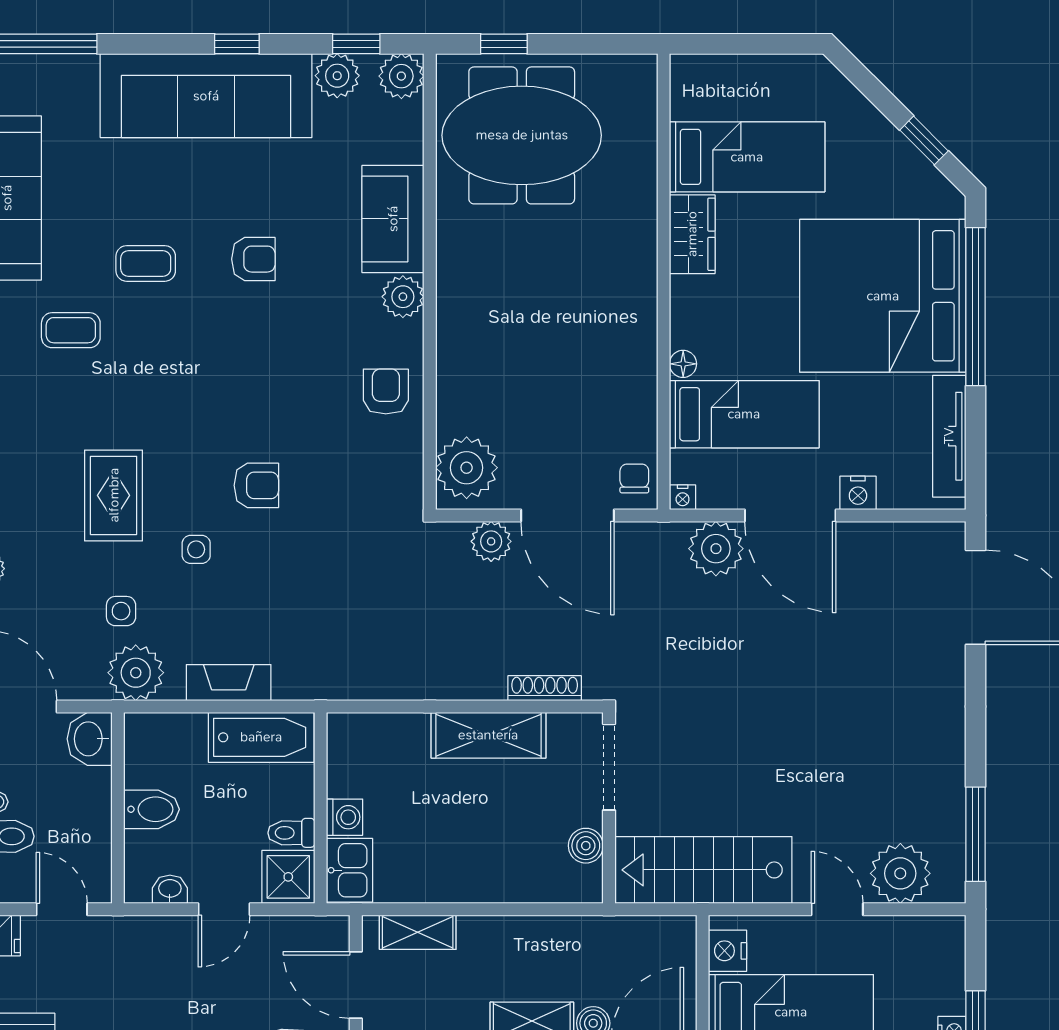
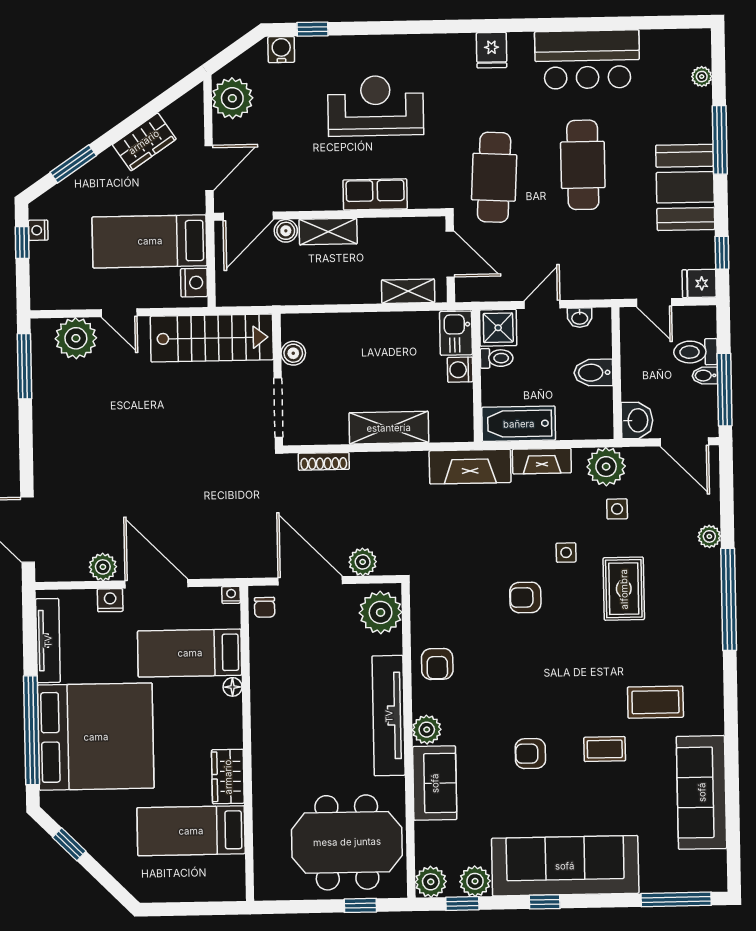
tv unit: (458, 318) -> (389, 716), added
coffee table: (71, 330) -> (655, 702), width x1.36, depth x1.30
plant: (716, 549) -> (103, 567), moved, width x0.73, depth x0.73
fireplace: (333, 676) -> (470, 467), added
shelving: (488, 735) -> (389, 428), moved

